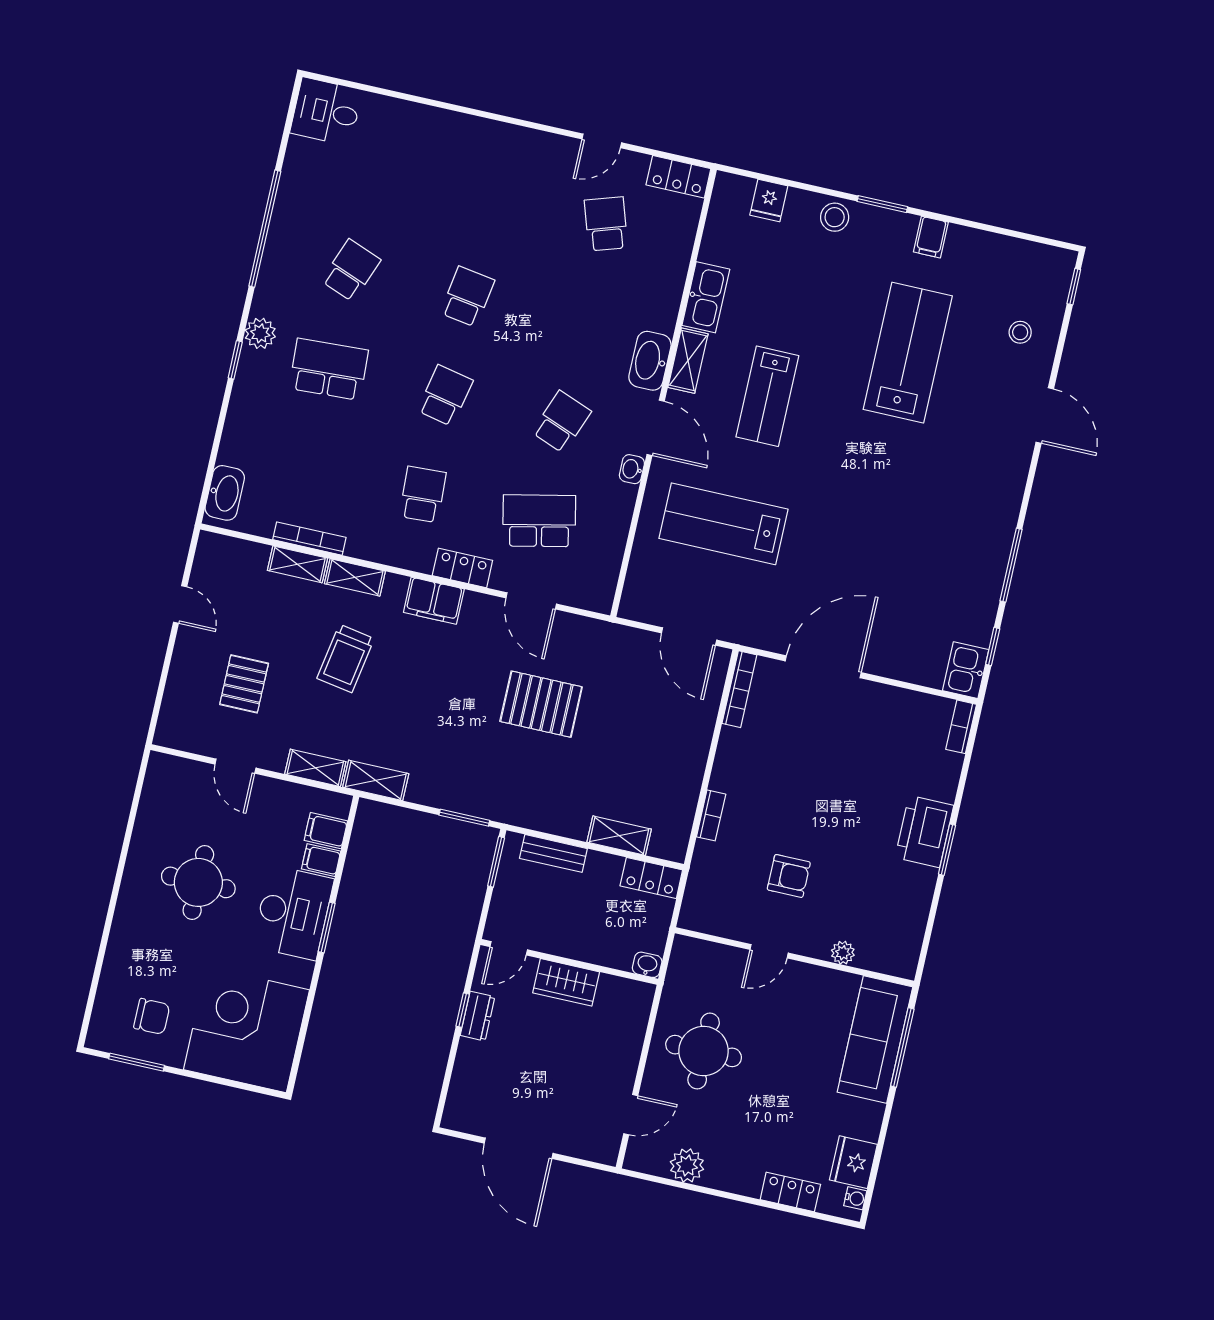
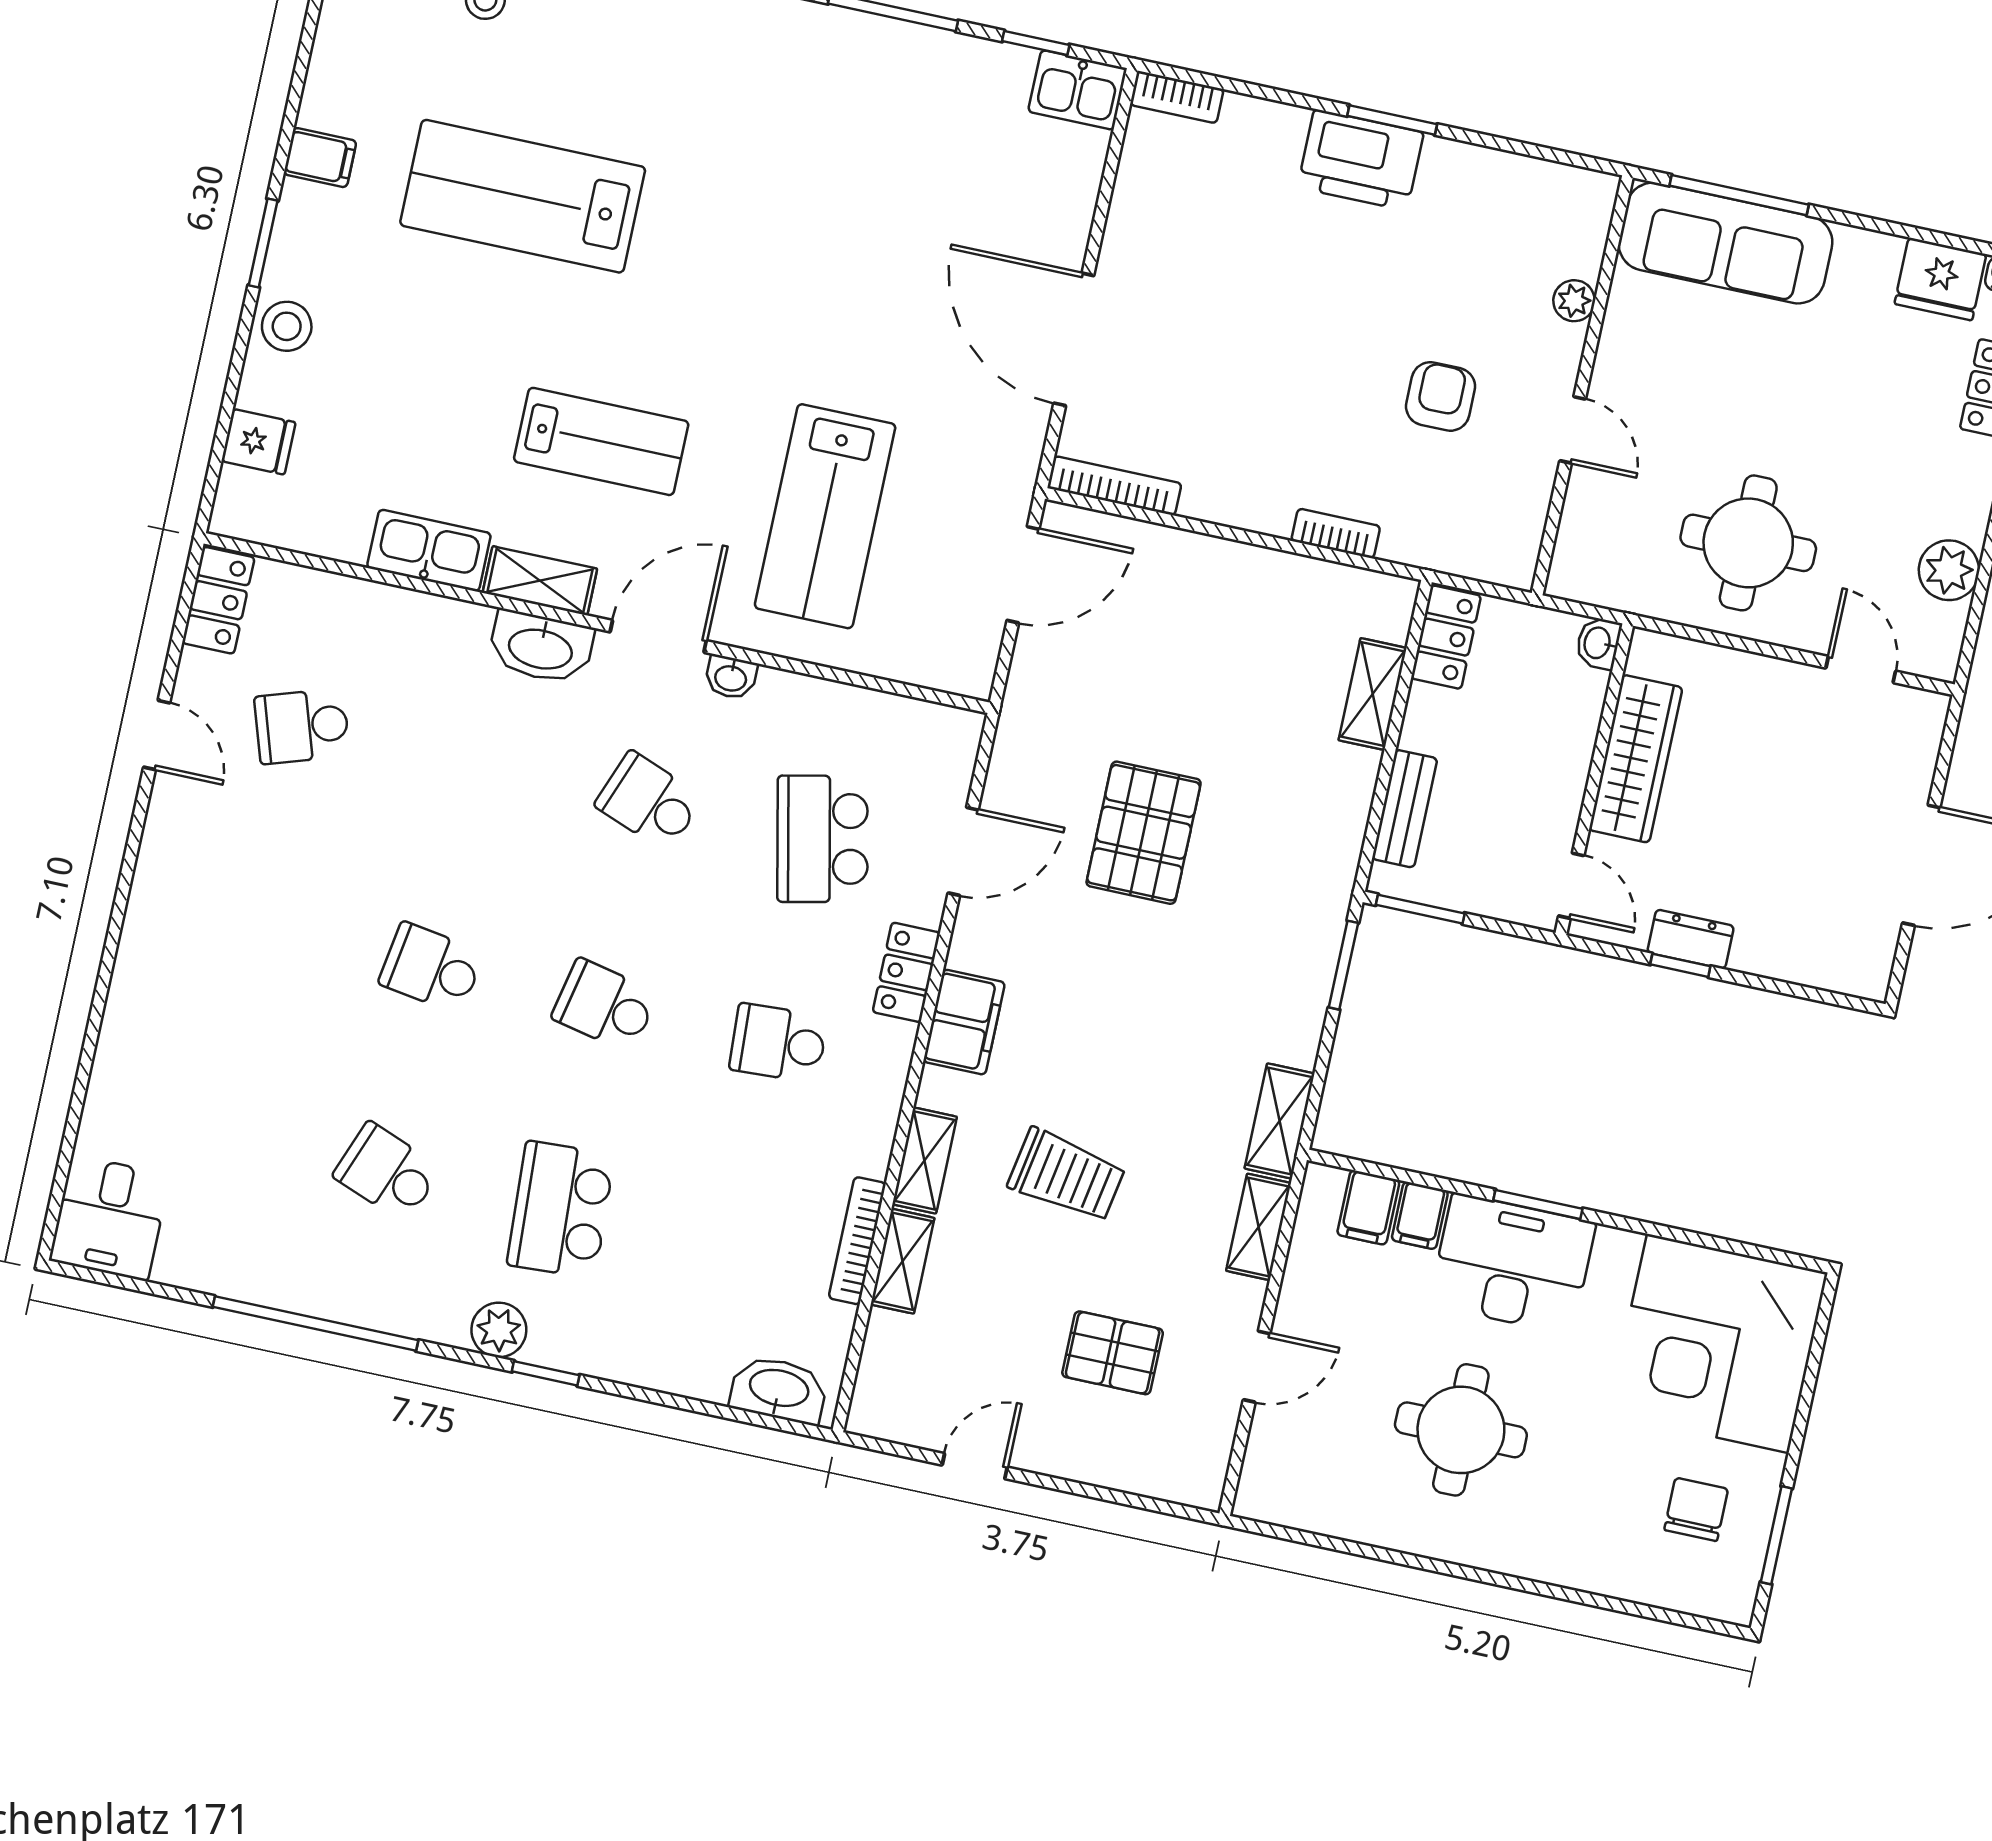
wardrobe: (566, 982) -> (1636, 759), width x1.50

